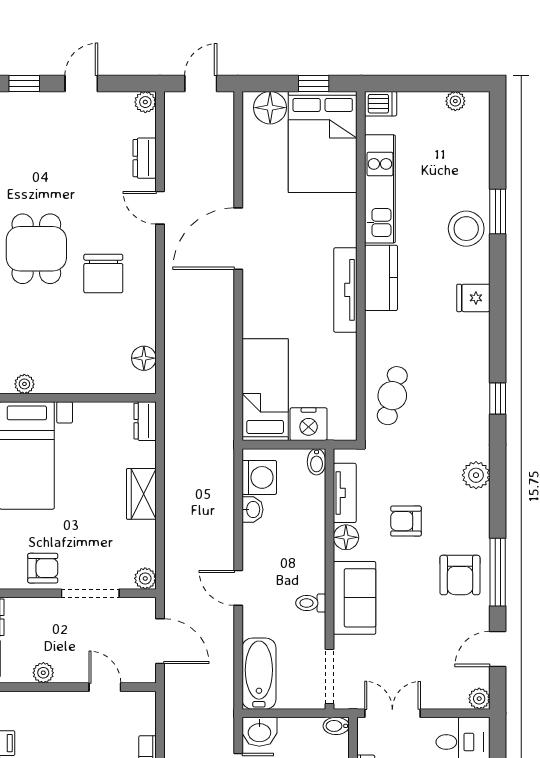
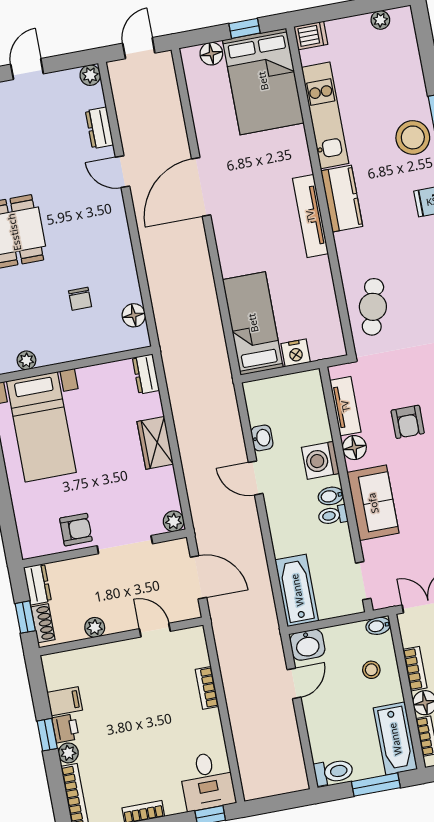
floor lamp: (270, 108) -> (211, 54), width x0.73, depth x0.73
chair: (103, 273) -> (80, 299), moved, width x0.54, depth x0.54
nightstand: (309, 424) -> (296, 353), width x0.74, depth x0.75
bidet: (317, 462) -> (331, 496), moved, turned 90
washing machine: (259, 477) -> (320, 460), moved, turned 180
armchair: (406, 521) -> (408, 422), turned -90
door: (238, 588) -> (256, 478), moved
doorway: (329, 676) -> (363, 581), width x0.73

